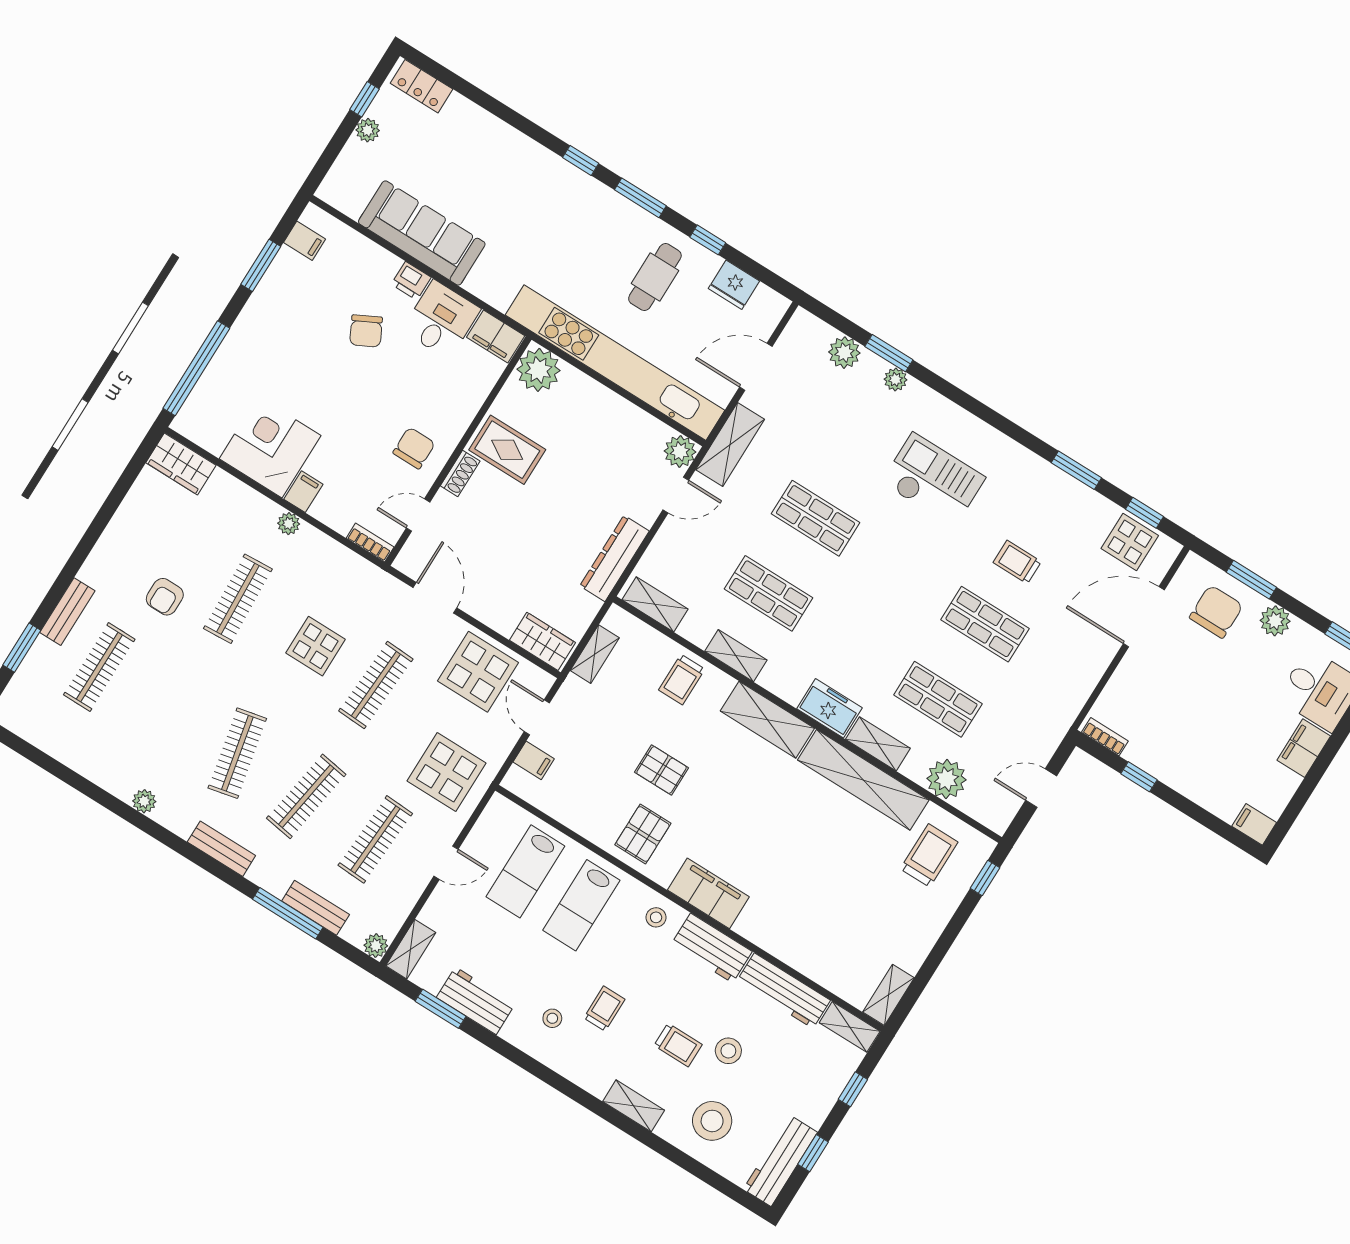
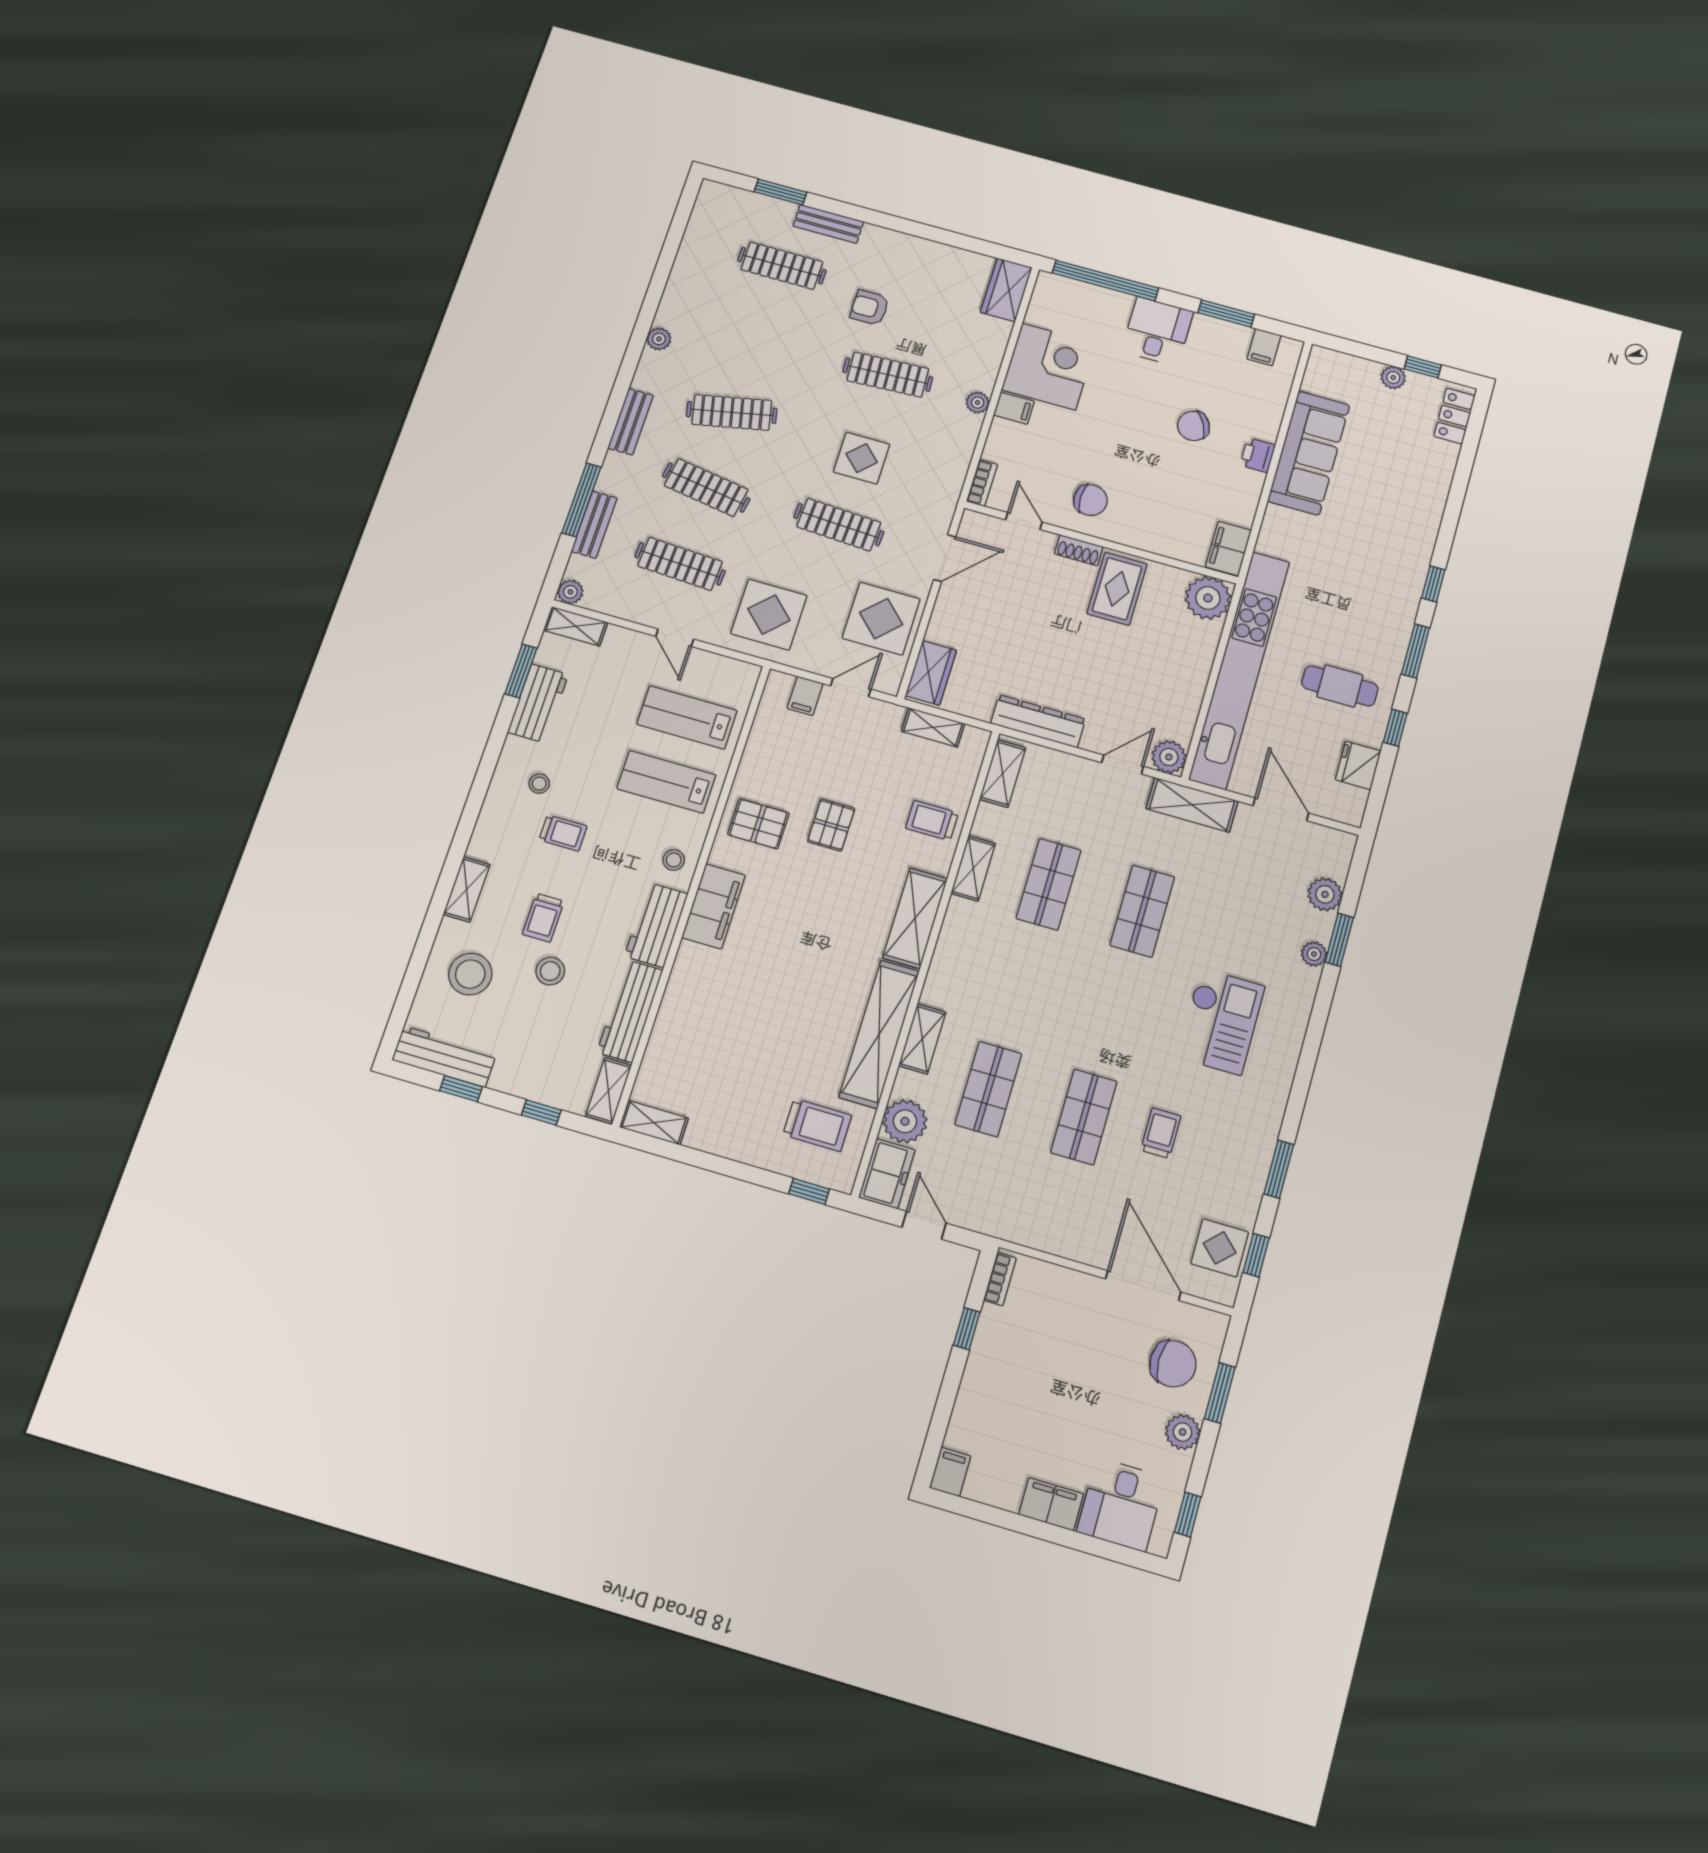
desk: (441, 320) -> (1157, 331), moved, turned -90
door: (676, 495) -> (1123, 765), swing flipped
freezer: (829, 708) -> (887, 1173), moved

